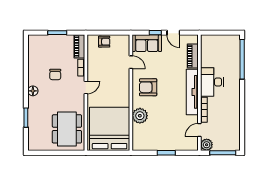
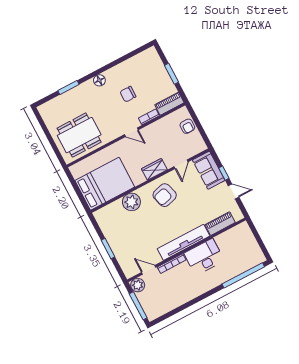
door: (173, 33) -> (234, 191), swing flipped
wardrobe: (124, 85) -> (154, 169), added
armchair: (148, 87) -> (165, 195), turned -105
bed: (110, 129) -> (105, 184), width x0.73

